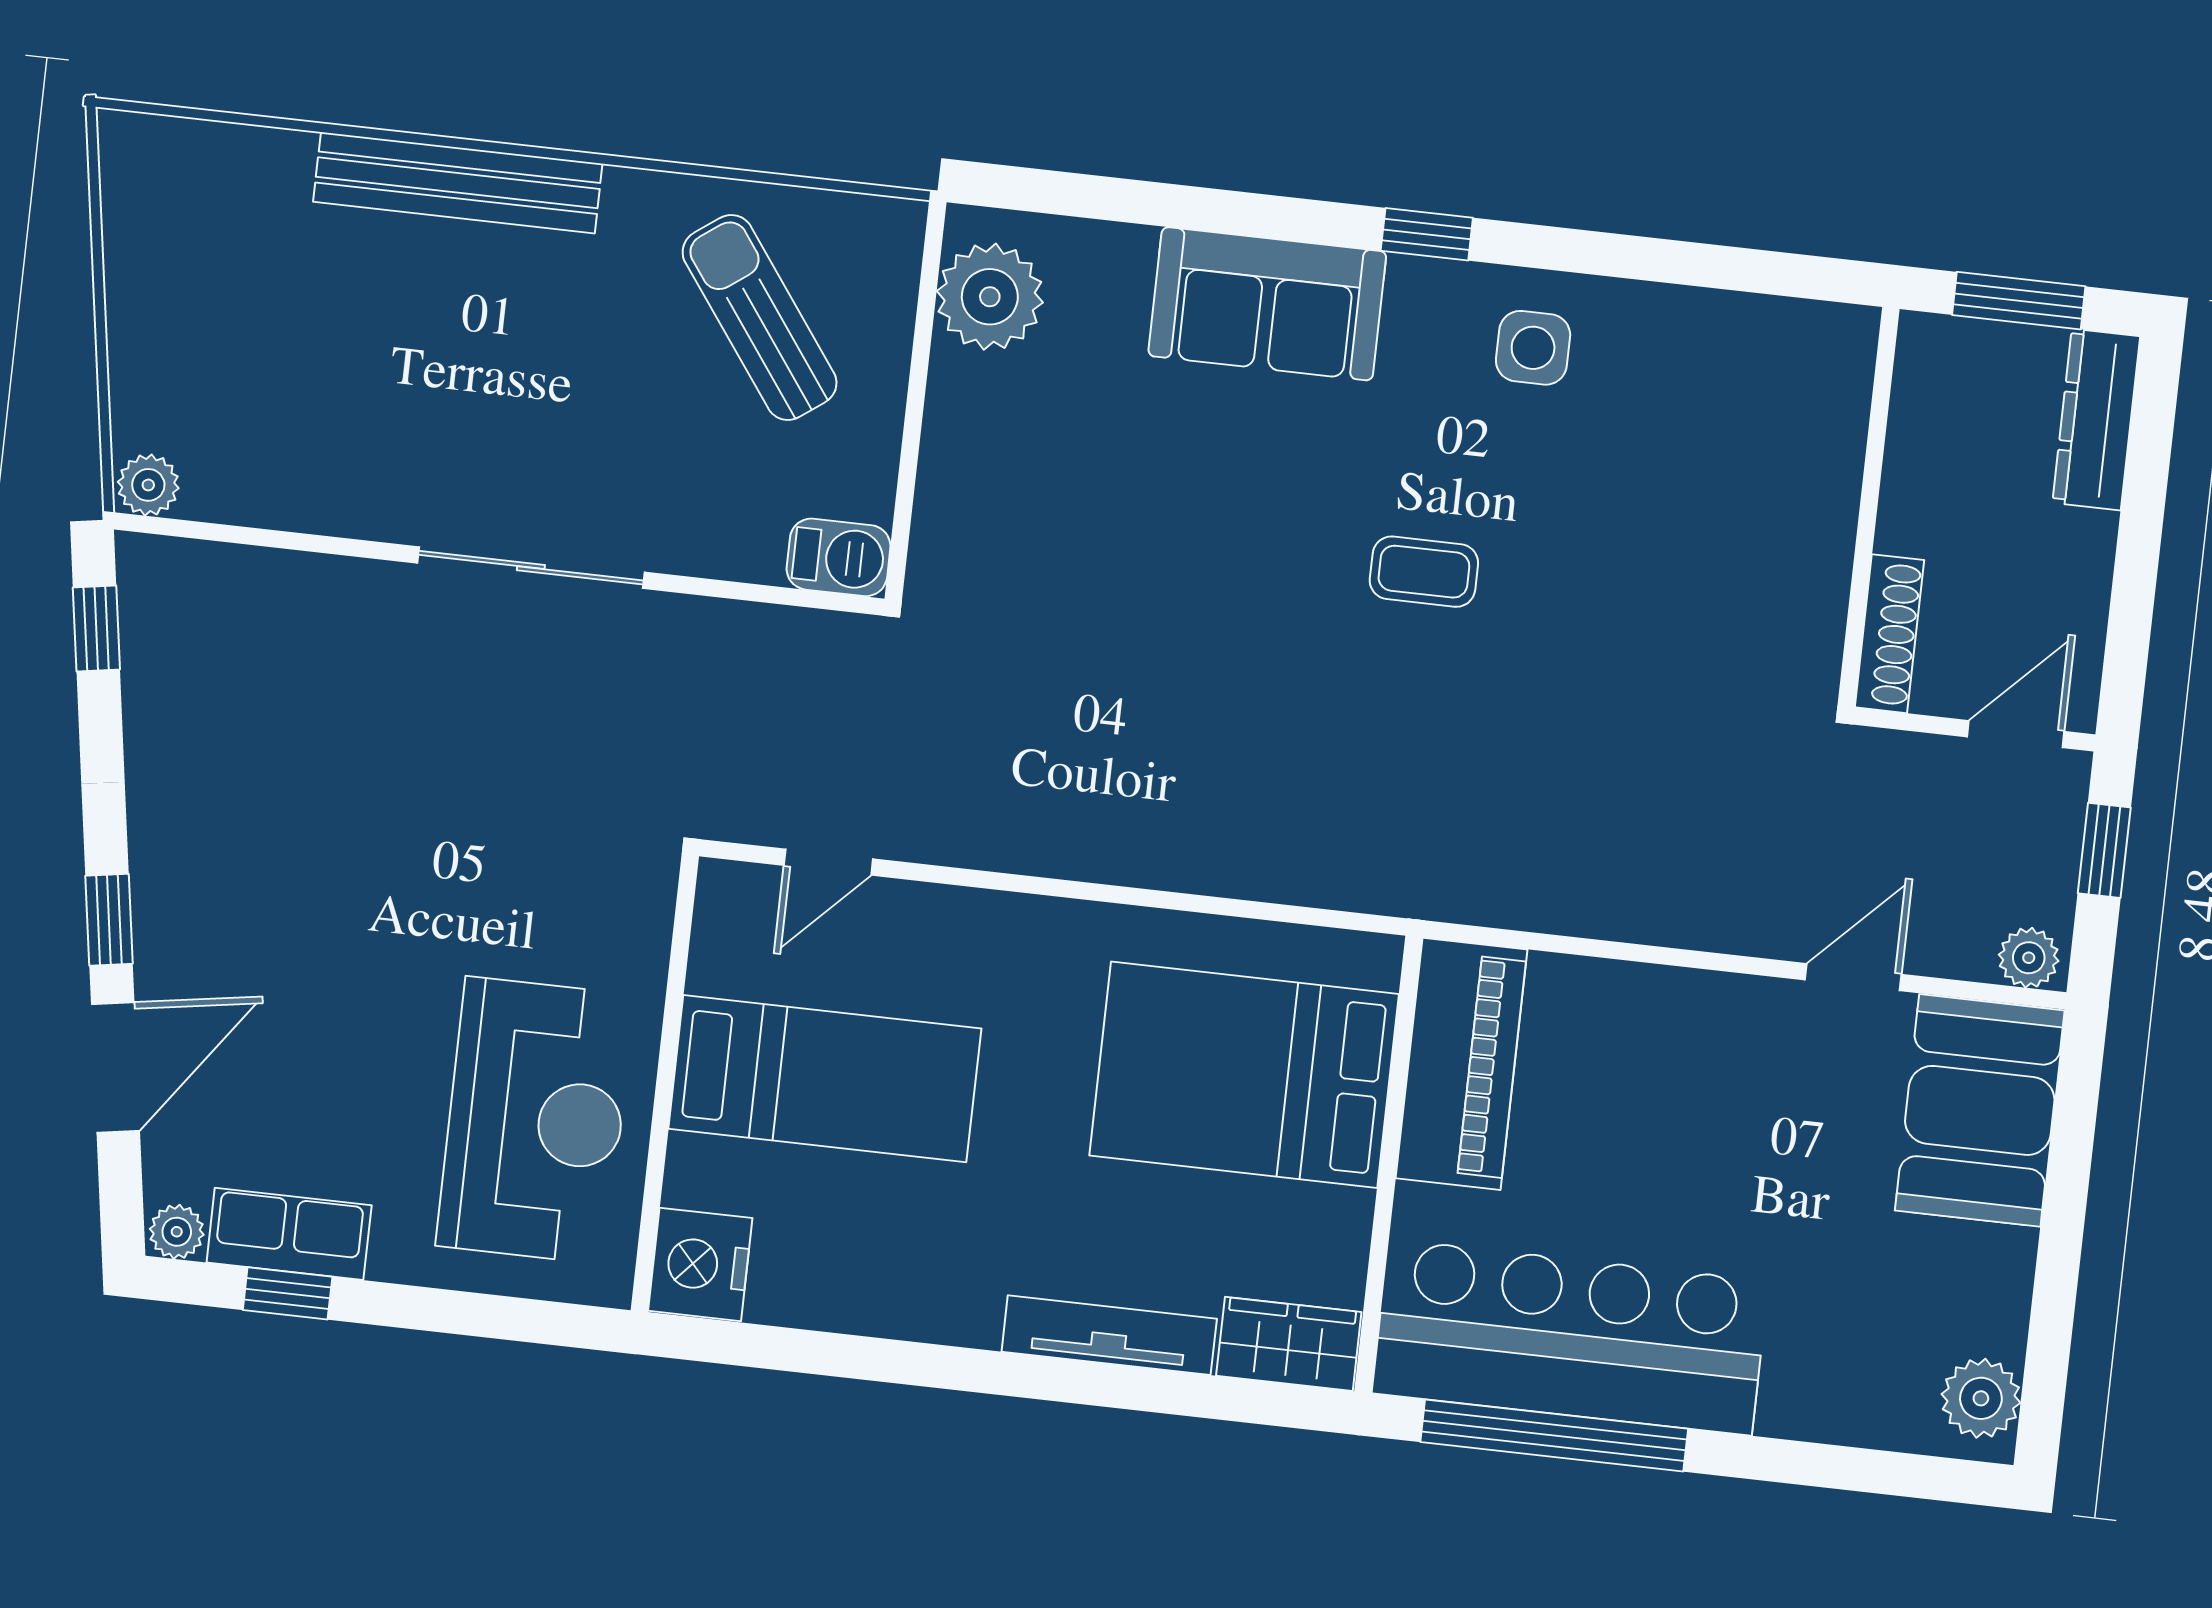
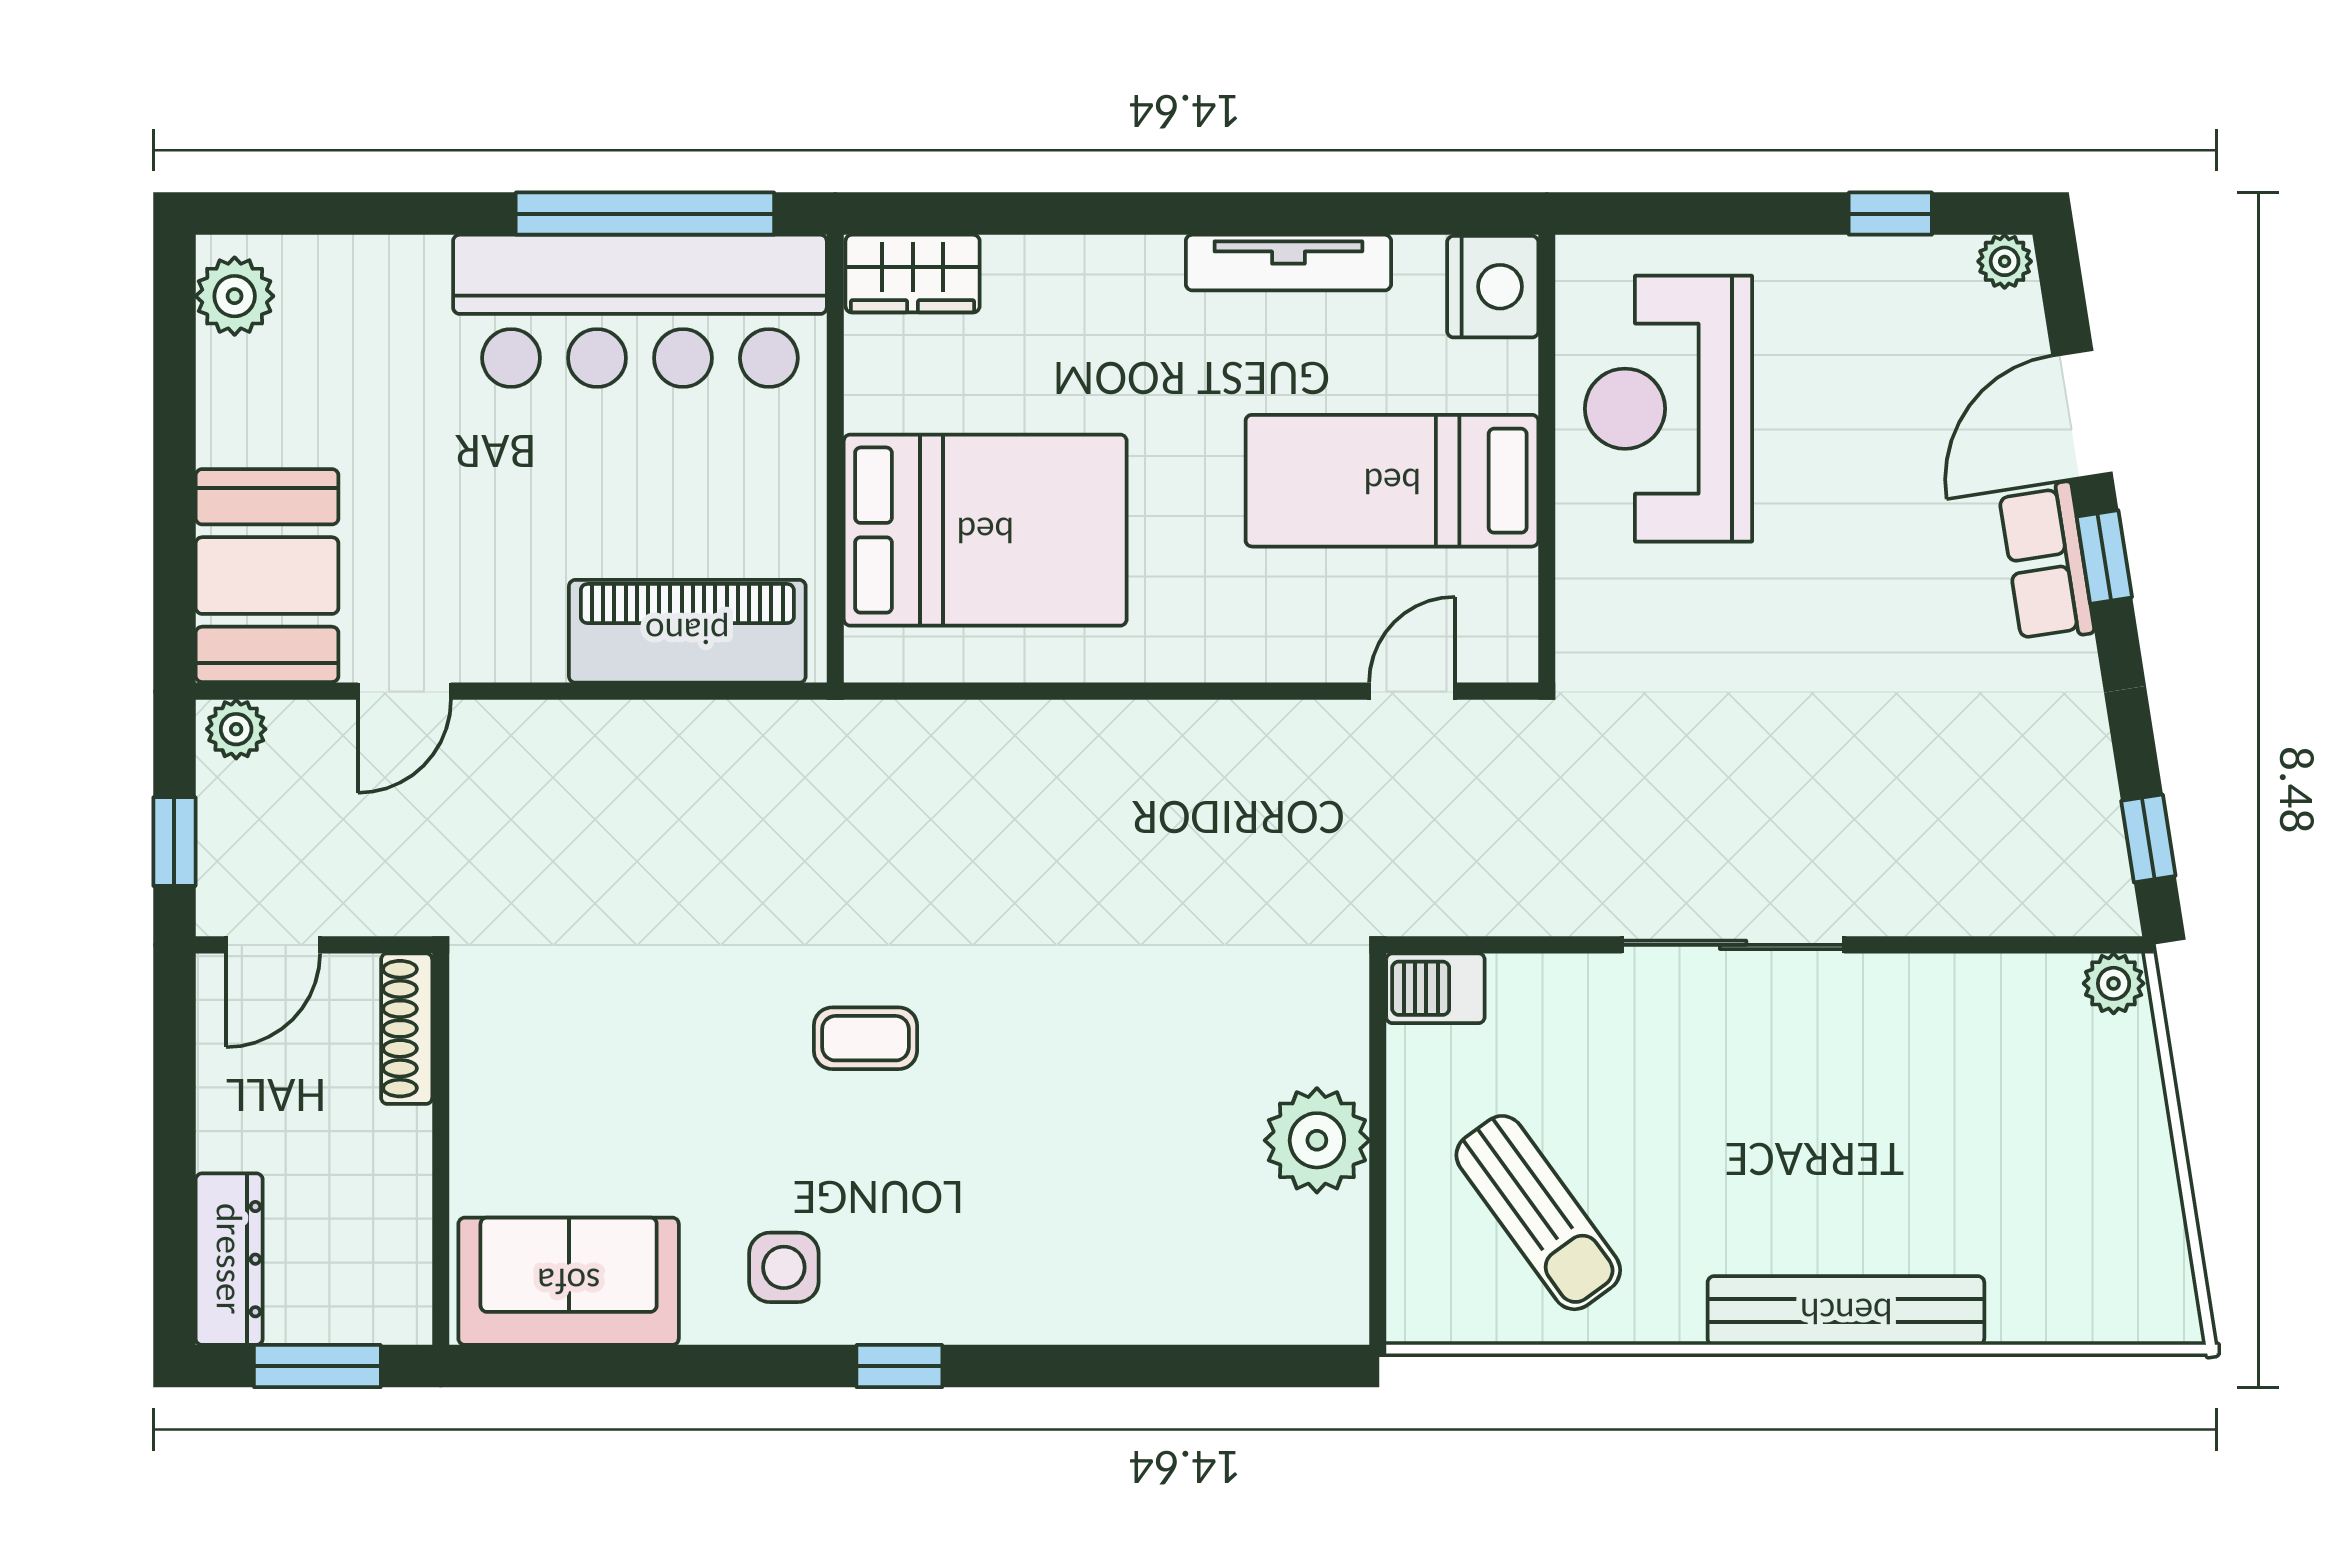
plant: (990, 297) -> (1317, 1140), moved
sofa: (1267, 304) -> (569, 1281), moved
piano: (1461, 1064) -> (687, 631), moved, turned 90
row of seats: (289, 1234) -> (2046, 562), moved, turned 81
tv unit: (1109, 1335) -> (1288, 263), moved

